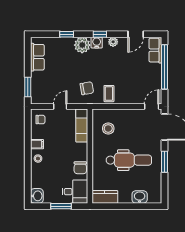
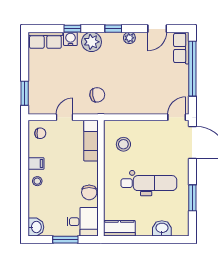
water cooler: (97, 43) -> (70, 39), moved
row of seats: (37, 57) -> (45, 40), moved, turned 90
coffee table: (109, 94) -> (124, 101), removed
window: (164, 162) -> (192, 198), moved

